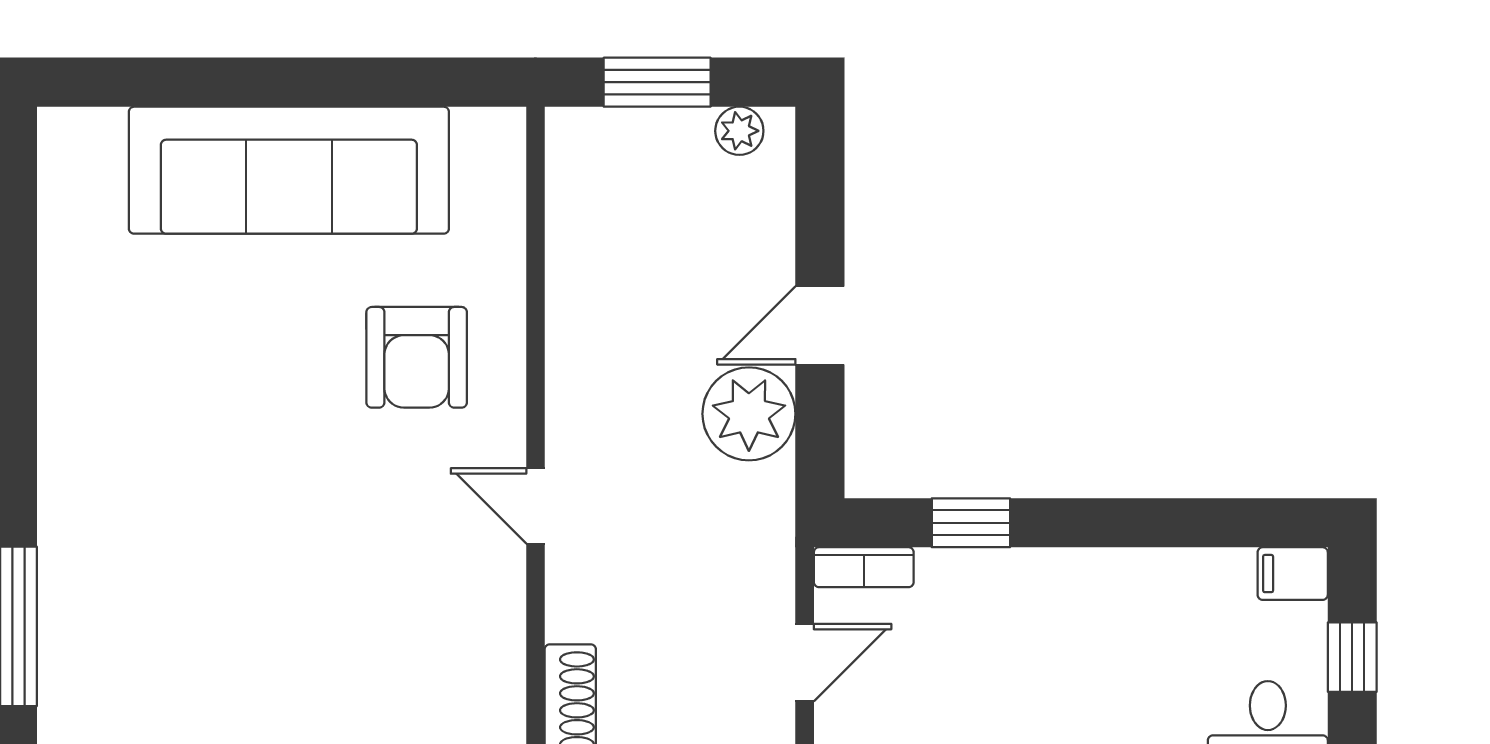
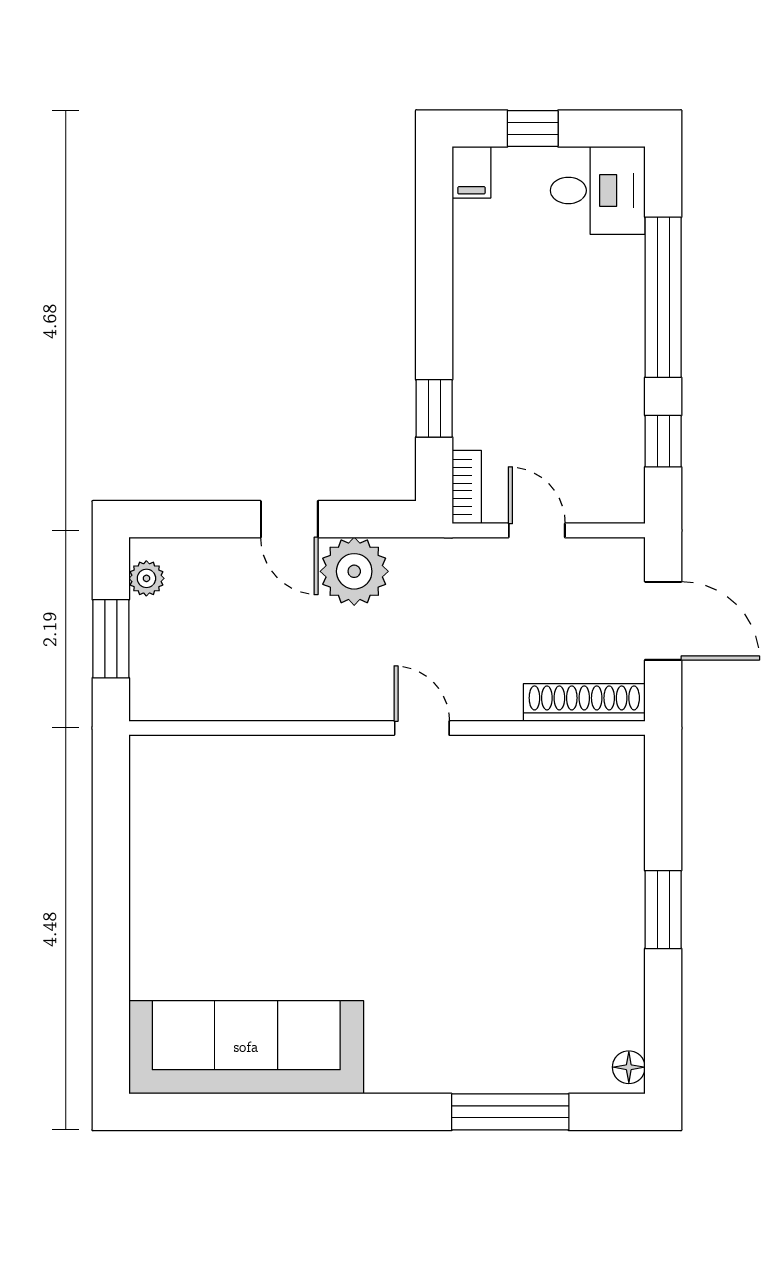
sofa: (289, 170) -> (246, 1047), moved, turned -90
armchair: (417, 357) -> (313, 815), removed
door: (535, 506) -> (422, 728), swing flipped

